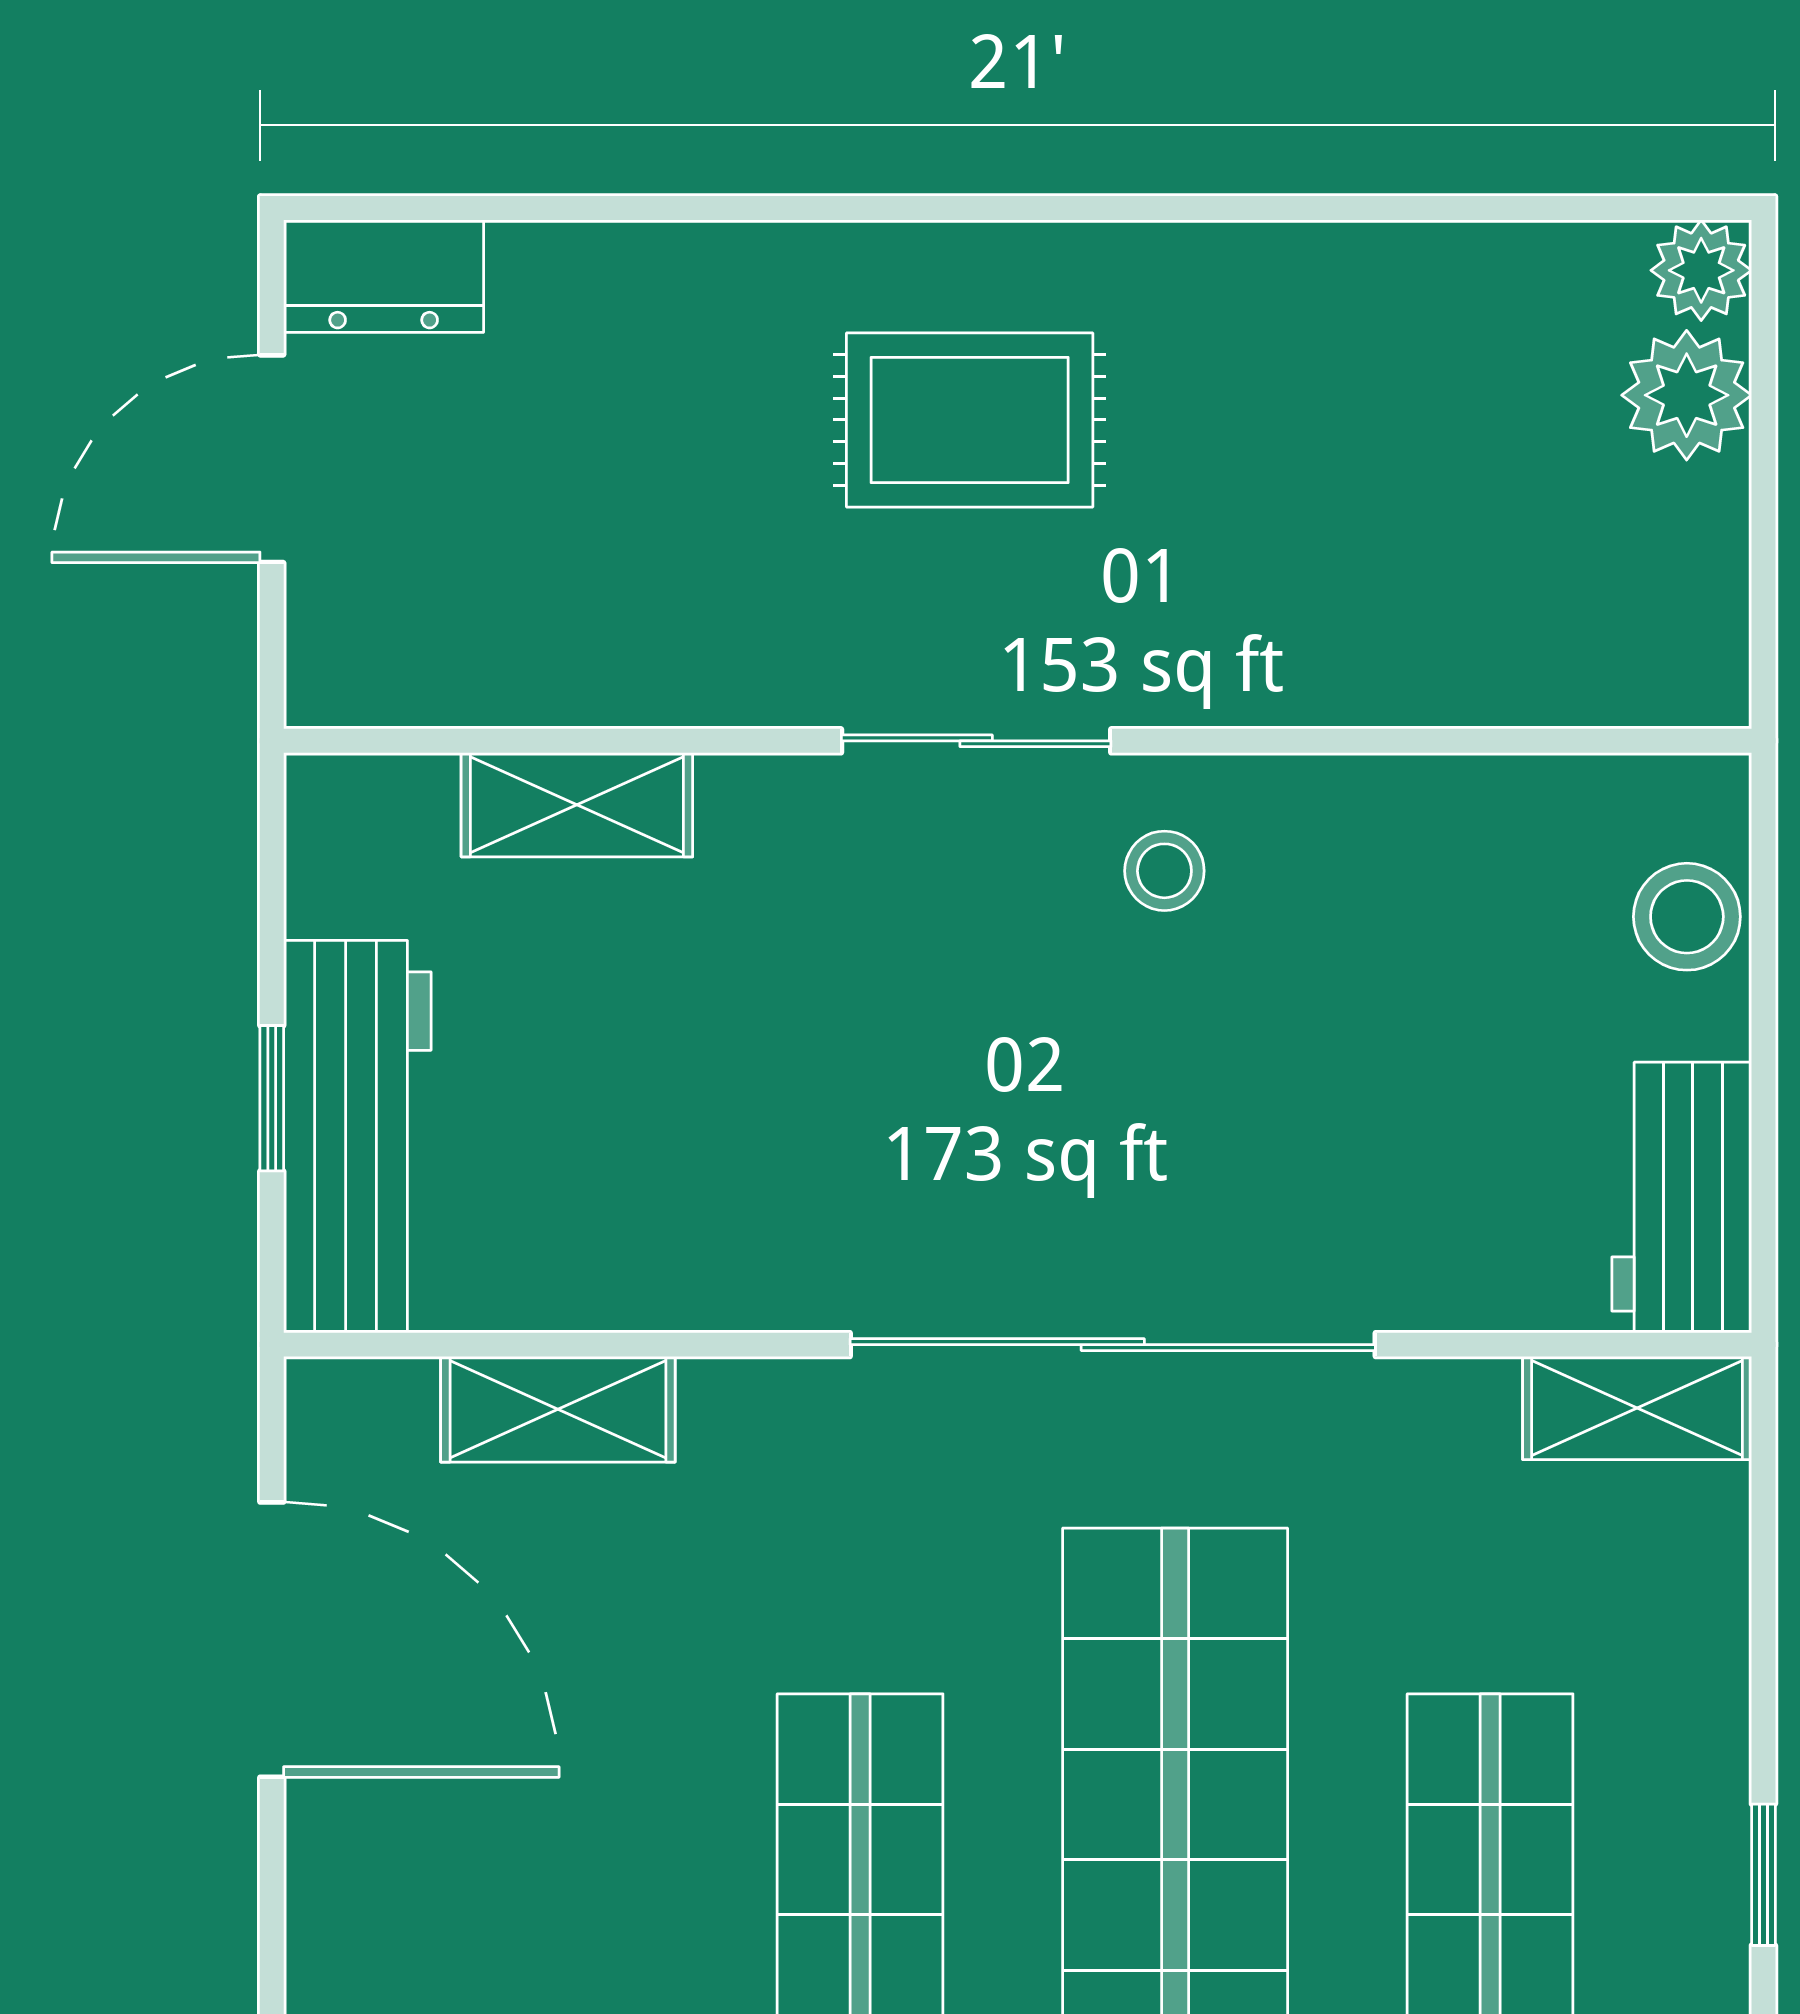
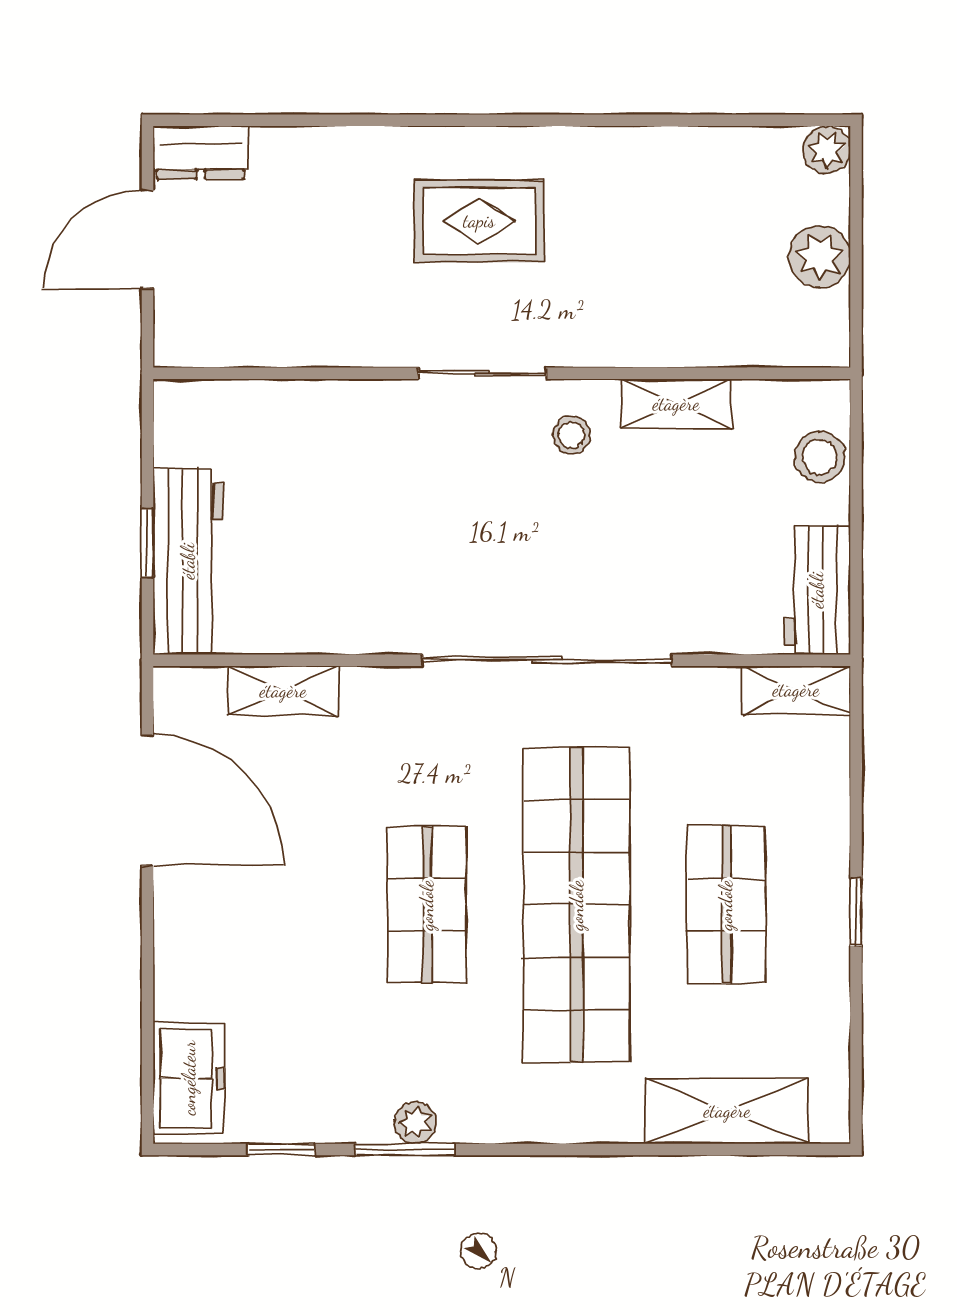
plant: (1687, 395) -> (820, 257), moved
shelving: (577, 805) -> (676, 404), moved

